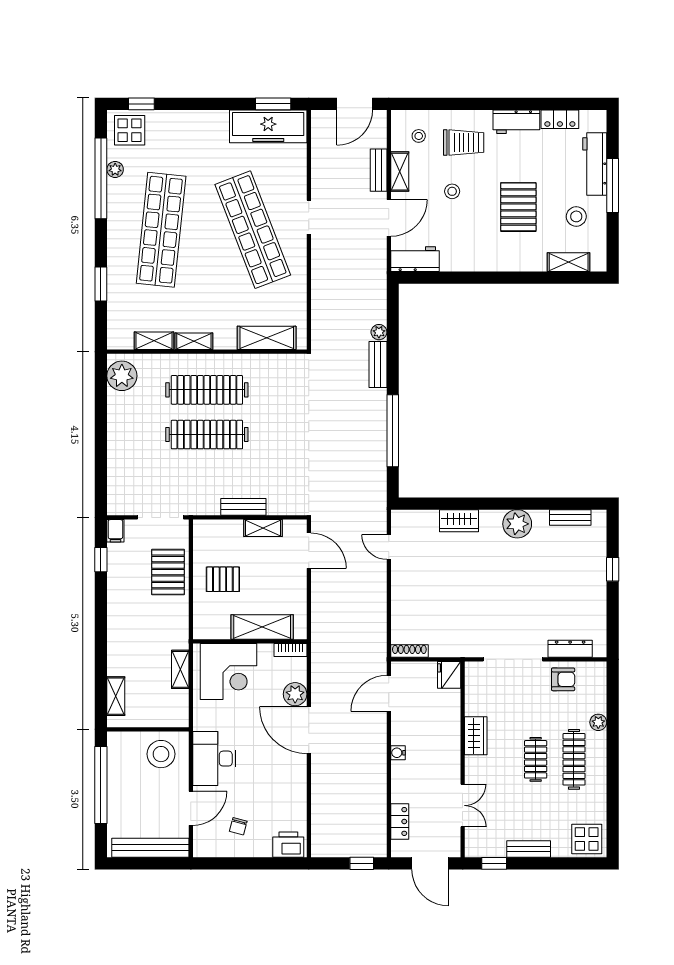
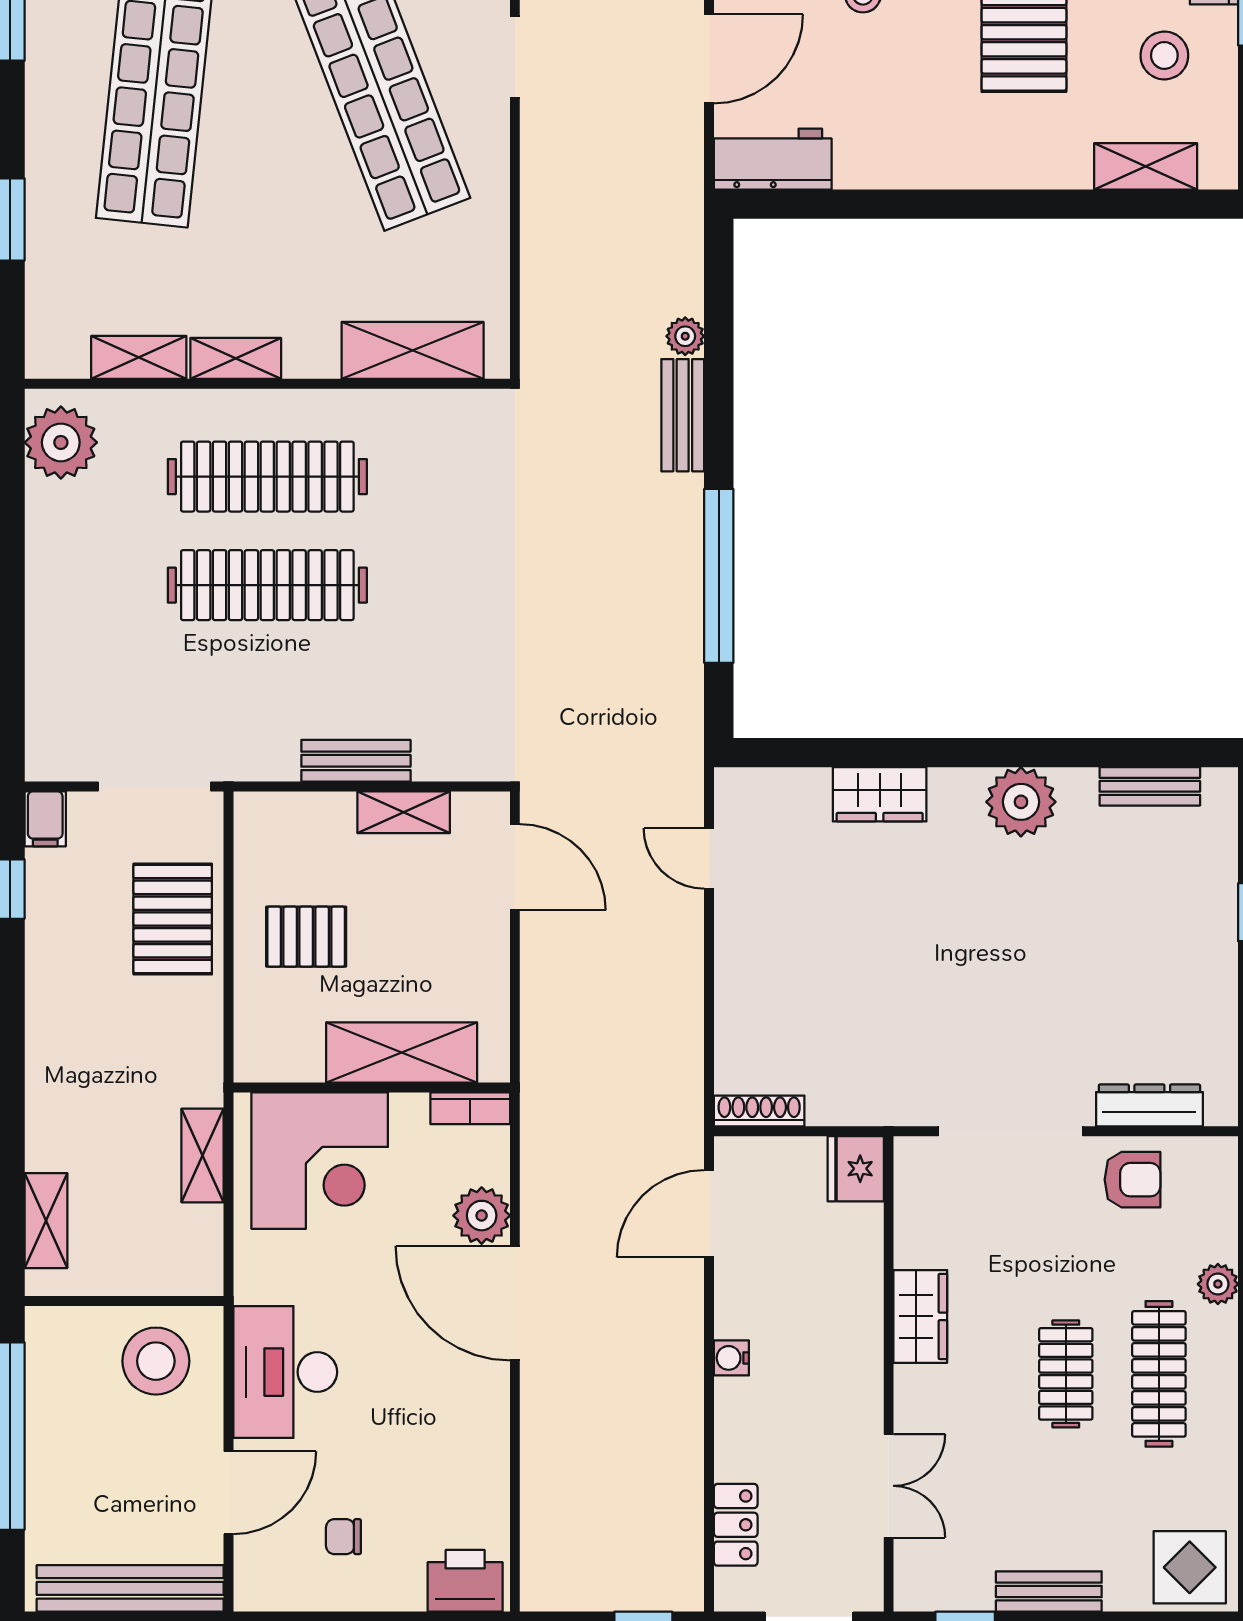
chair: (238, 826) -> (343, 1537), turned 75

